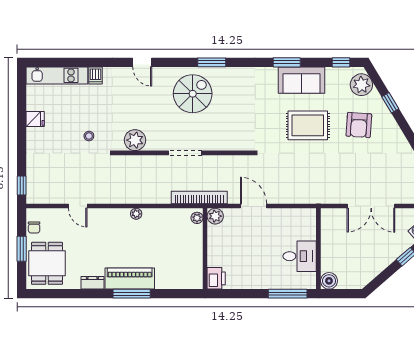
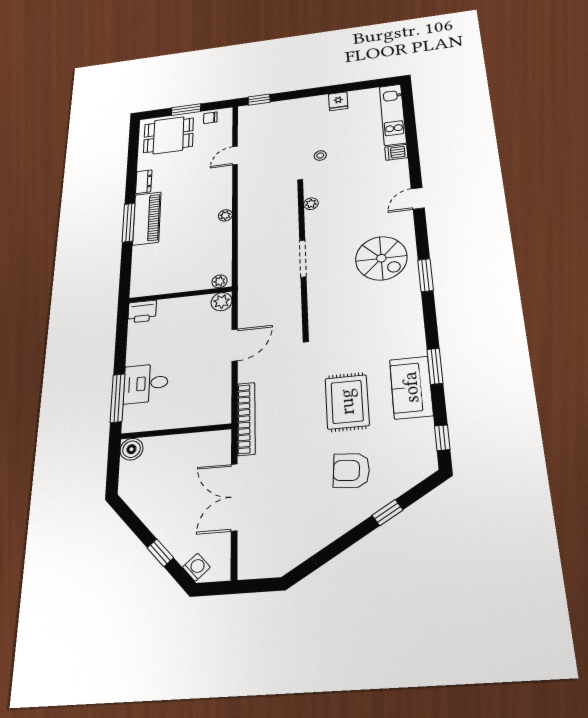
plant: (361, 85) -> (412, 469), removed
plant: (135, 140) -> (311, 204), width x0.53, depth x0.53
bookcase: (199, 197) -> (246, 419), moved
desk: (300, 256) -> (146, 383), moved, turned 90

